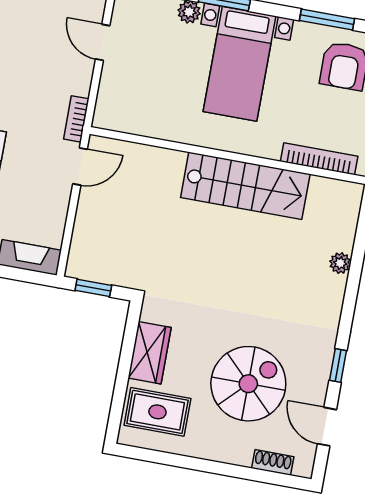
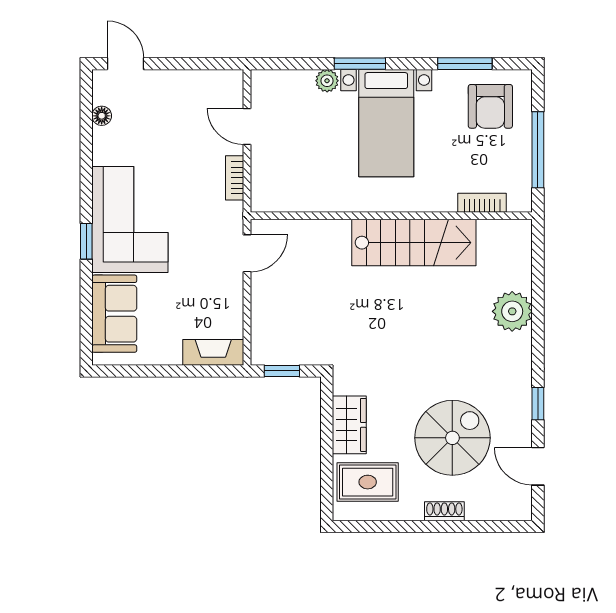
bookcase: (76, 119) -> (235, 178), moved
bookcase: (319, 159) -> (482, 203), width x0.64
plant: (340, 263) -> (512, 311), width x1.88, depth x1.88
shoe rack: (273, 462) -> (444, 511), moved

